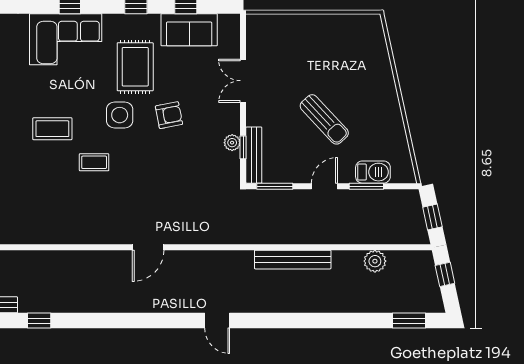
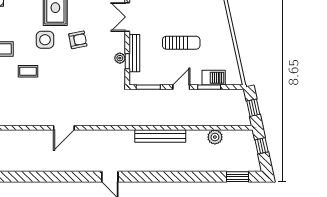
sun lounger: (324, 119) -> (181, 43), turned -47
bench: (254, 155) -> (134, 53), moved

